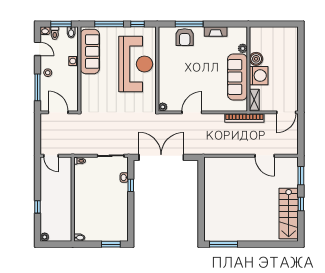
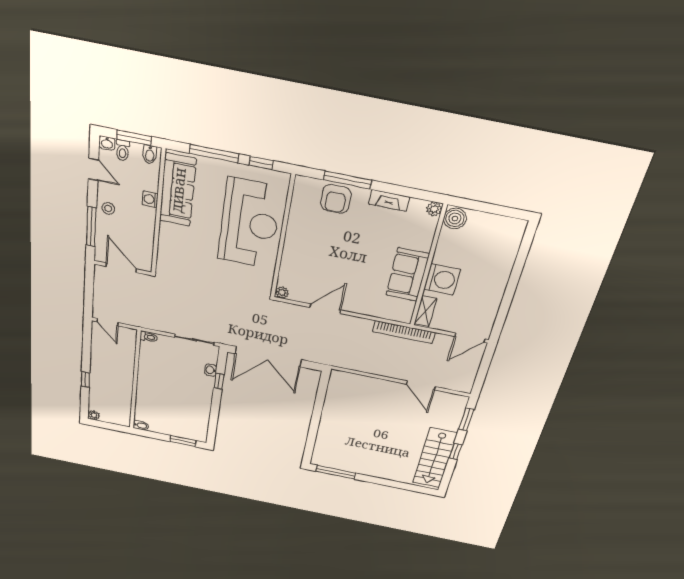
plant: (243, 48) -> (434, 209), moved
boiler: (256, 59) -> (455, 219), moved
sofa: (237, 77) -> (408, 275), width x0.73
double door: (161, 157) -> (268, 357), swing flipped

